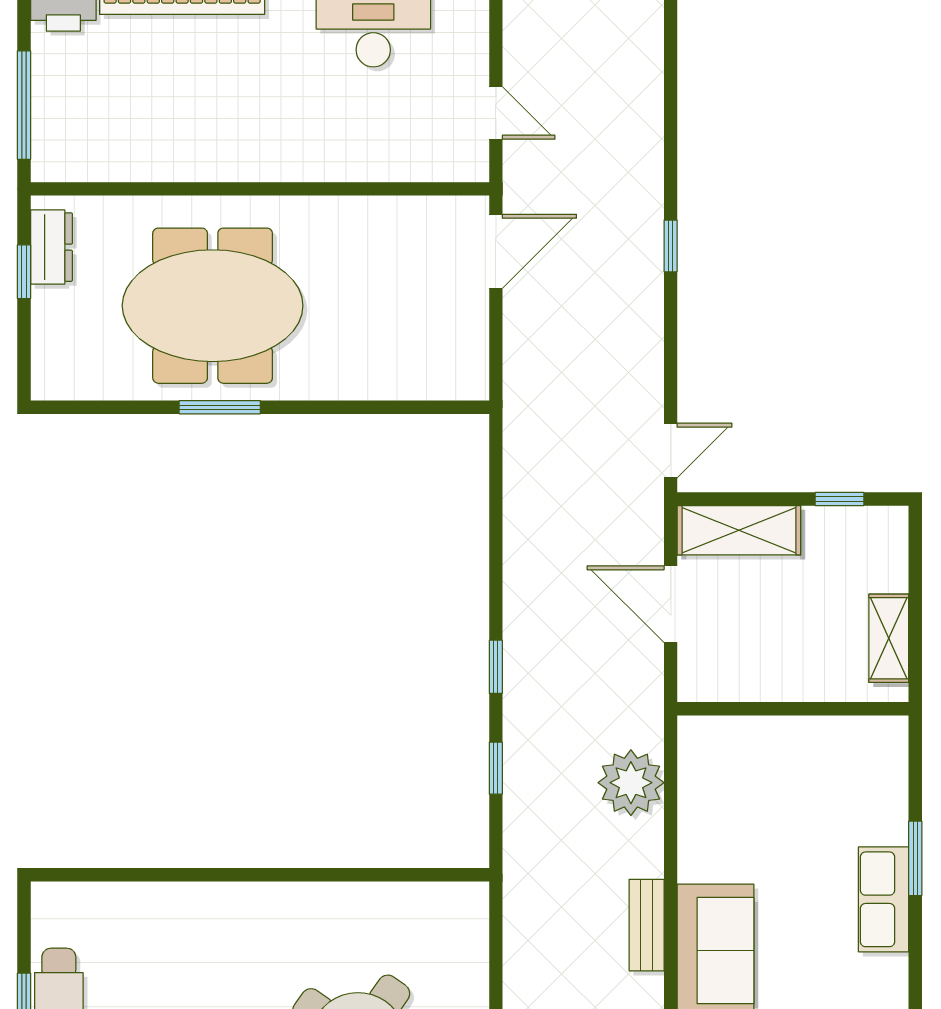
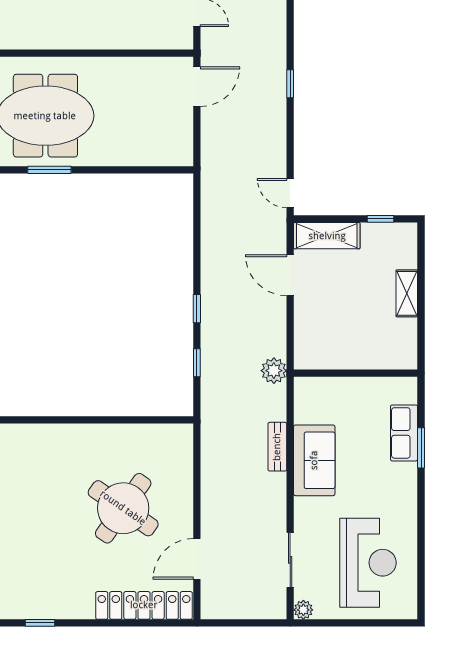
door: (671, 451) -> (290, 193), swing flipped
wall: (793, 709) -> (356, 373), moved
plant: (631, 783) -> (274, 371), width x0.73, depth x0.73
window: (915, 858) -> (421, 448), moved

